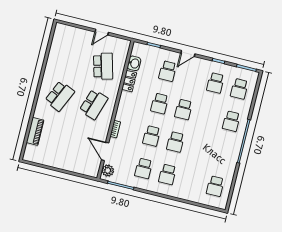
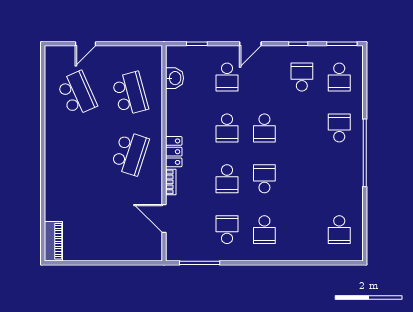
door: (102, 32) -> (85, 44), moved
locker: (129, 81) -> (174, 152), moved
school desk: (215, 83) -> (302, 77), turned 180
school desk: (60, 96) -> (77, 94), moved, turned -48
school desk: (231, 121) -> (339, 128), turned 180
piano: (35, 131) -> (53, 241), moved
school desk: (175, 142) -> (264, 179), turned 180
school desk: (144, 168) -> (227, 230), turned 180
plant: (108, 171) -> (175, 246), removed

